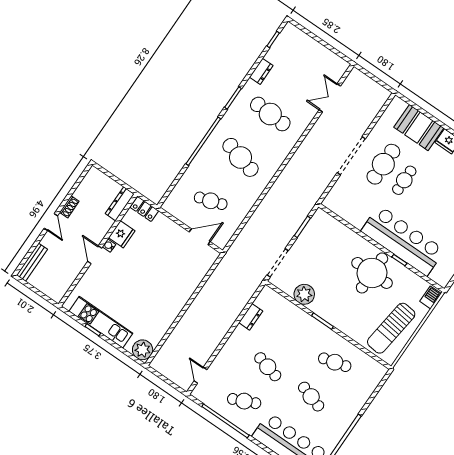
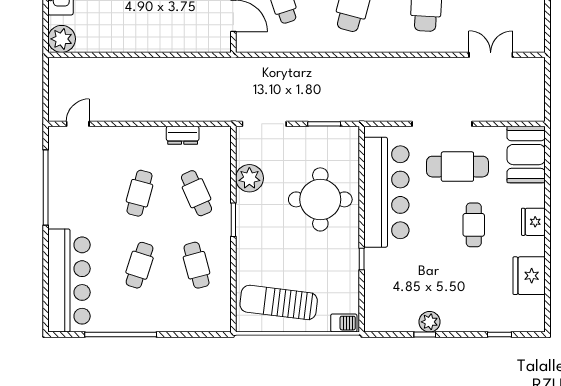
booth: (419, 128) -> (526, 155), moved
cafe table: (404, 180) -> (474, 225), moved, turned 90
bar counter: (403, 241) -> (386, 192), moved
round table: (372, 273) -> (320, 199), moved
cafe table: (244, 401) -> (197, 193), moved

